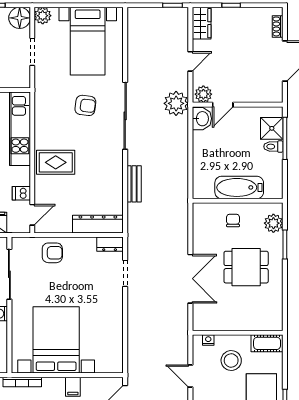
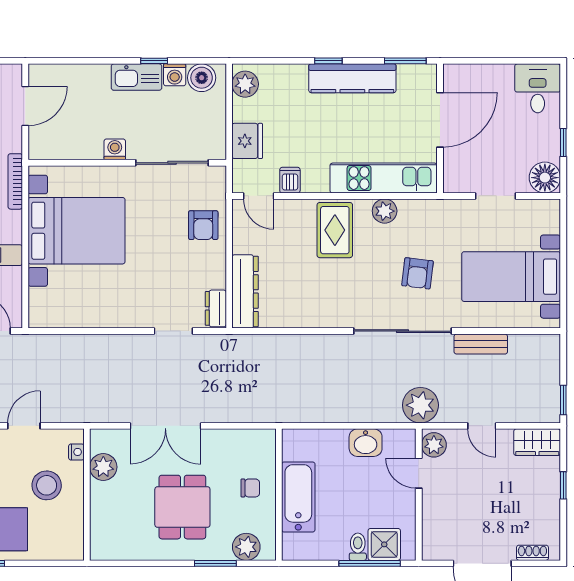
plant: (43, 16) -> (385, 211), moved
washbasin: (202, 119) -> (366, 443), moved
bench: (134, 184) -> (481, 344), moved
plant: (219, 322) -> (103, 467), added
cot: (267, 343) -> (72, 537), removed

